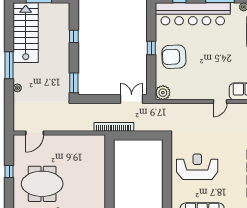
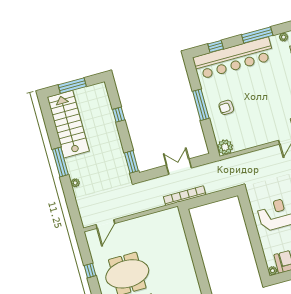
window: (151, 48) -> (201, 105), width x2.17
armchair: (174, 57) -> (226, 107), width x0.53, depth x0.53
double door: (132, 99) -> (179, 167), moved

